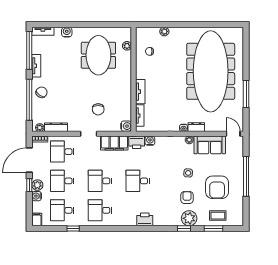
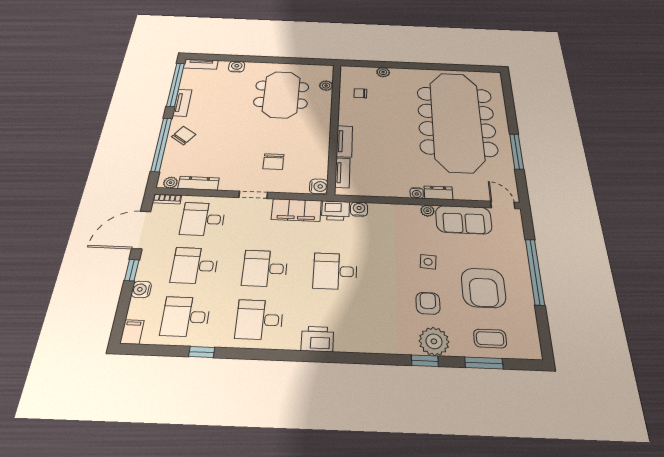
plant: (37, 185) -> (147, 271), removed
printer: (145, 219) -> (317, 339), moved

